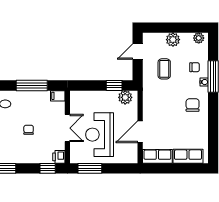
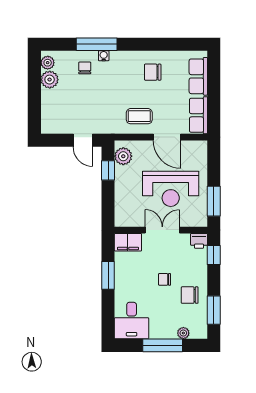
plant: (173, 40) -> (50, 80), moved
door: (138, 52) -> (83, 140), moved
coffee table: (164, 69) -> (139, 116), moved
window: (32, 85) -> (108, 275), width x0.69
filing cabinet: (58, 96) -> (128, 242), width x2.00
chair: (193, 105) -> (153, 72), moved
chair: (16, 150) -> (190, 295), added

